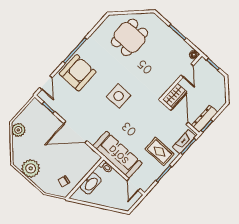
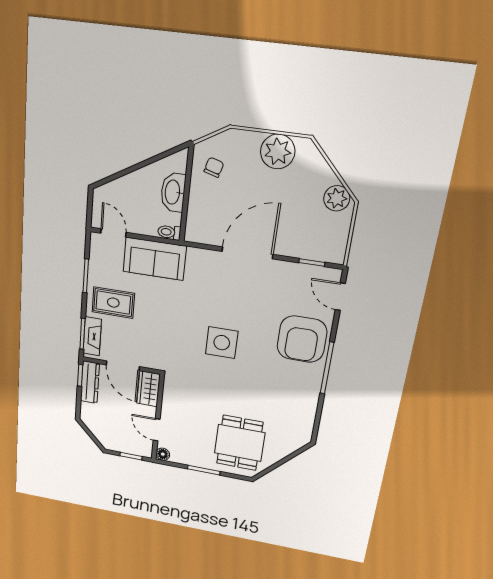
dining table: (129, 37) -> (240, 443), moved
sofa: (118, 155) -> (155, 259), width x0.73

